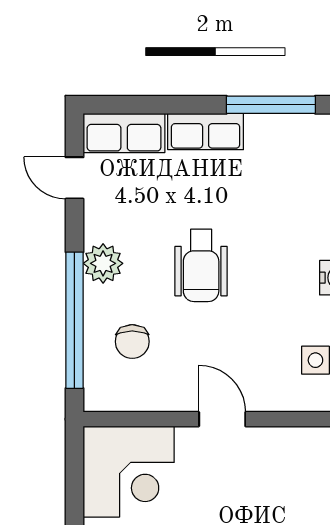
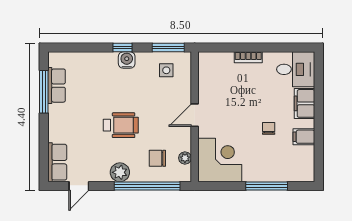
row of seats: (206, 132) -> (57, 86), moved
chair: (132, 342) -> (157, 158), turned 180
plant: (133, 399) -> (185, 158), added

